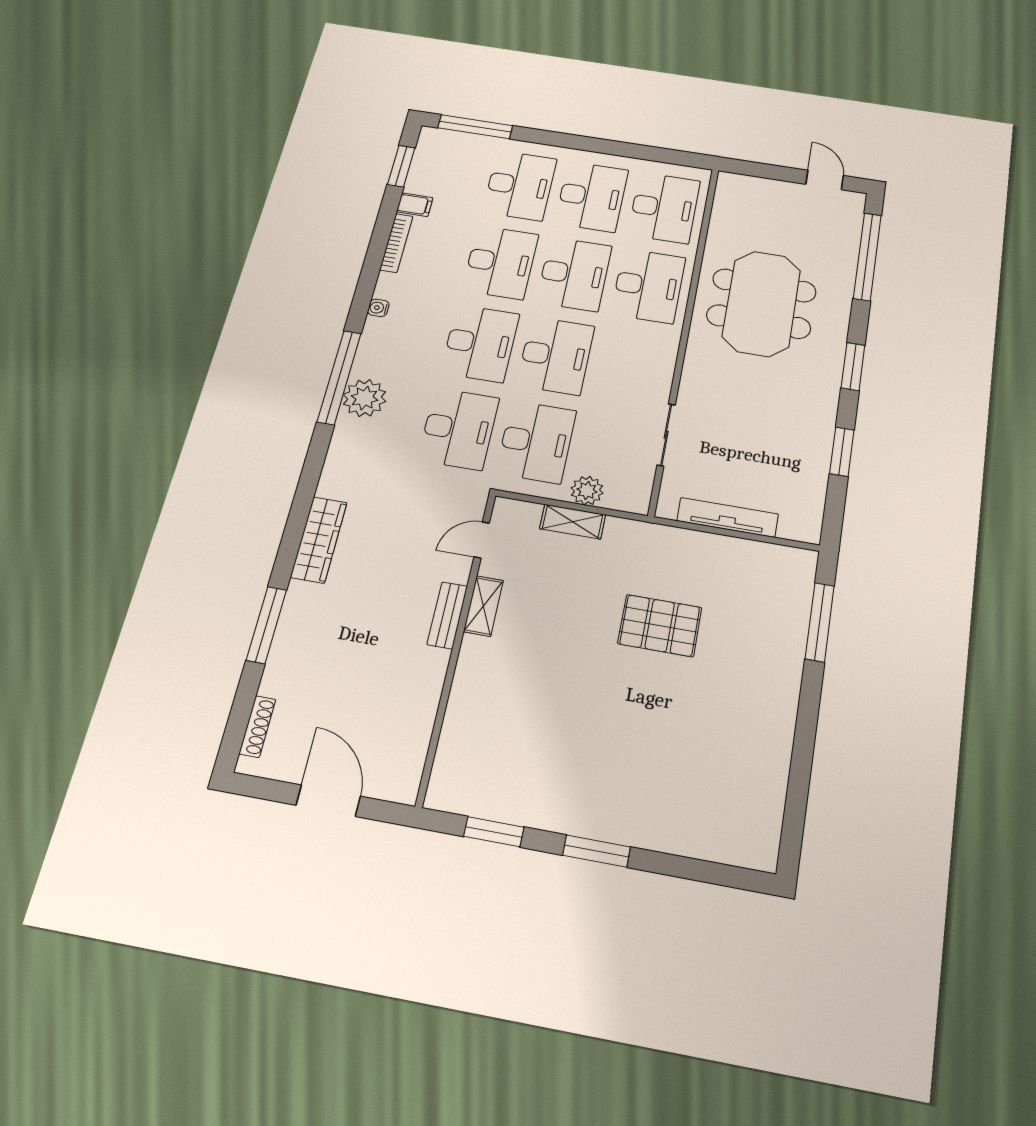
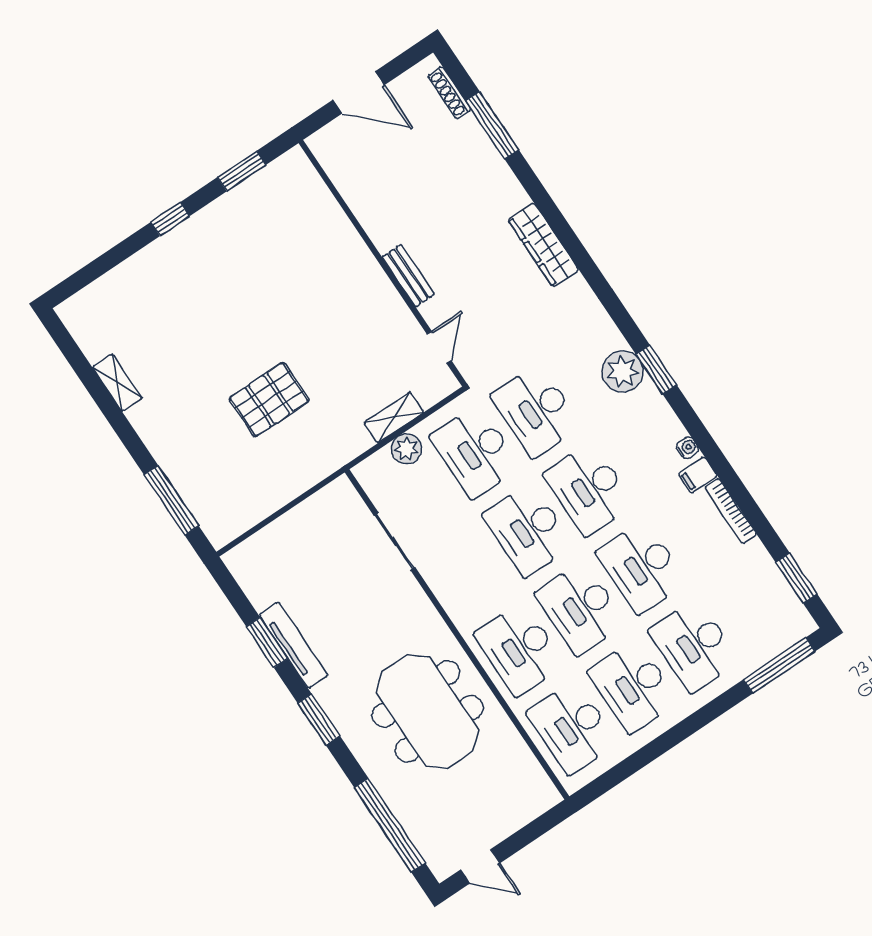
filing cabinet: (415, 205) -> (698, 475), moved
window: (339, 377) -> (656, 370), width x0.47
tv unit: (728, 517) -> (293, 645), moved, turned -90
shelving: (483, 606) -> (117, 383), moved
window: (266, 625) -> (492, 125), moved
window: (597, 851) -> (170, 219), width x0.67

